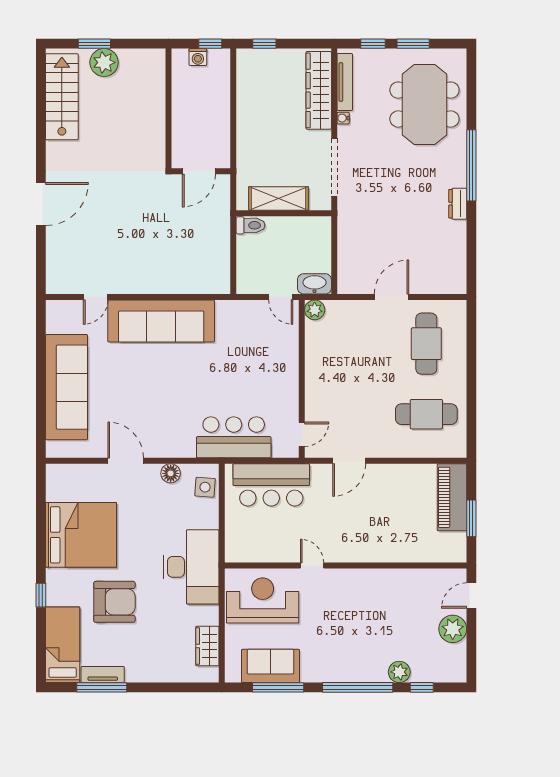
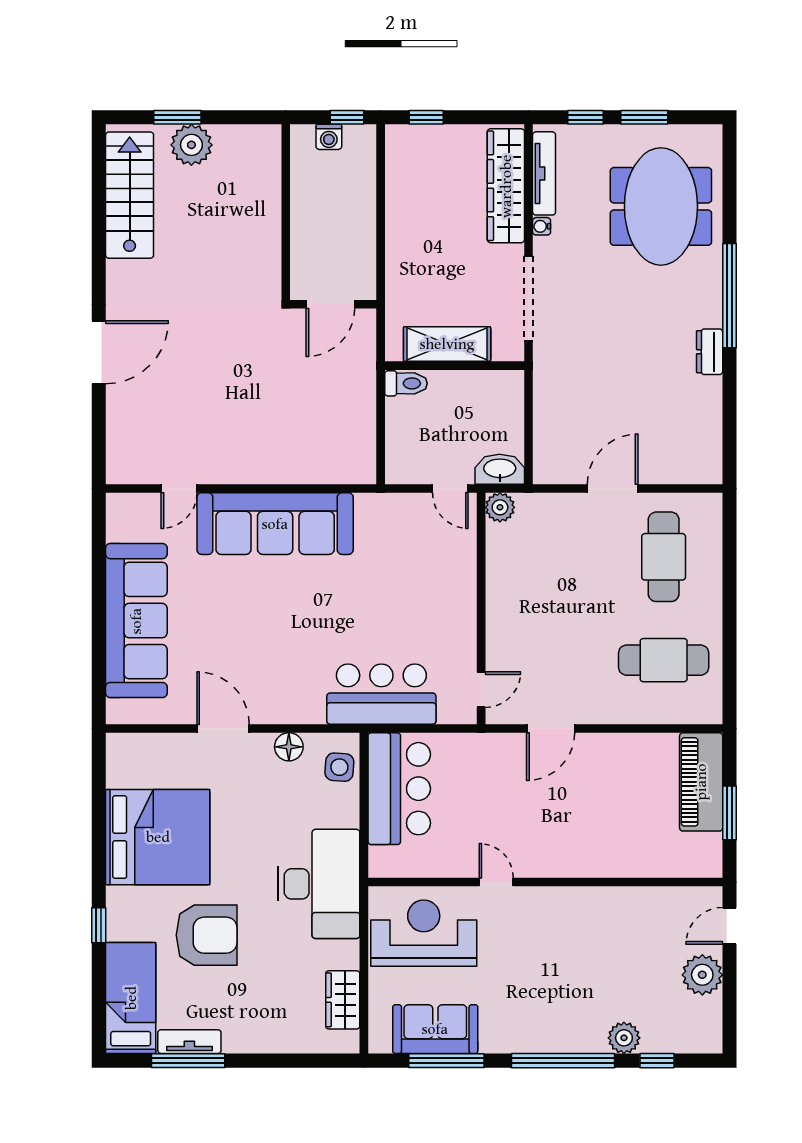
bar counter: (271, 485) -> (399, 789), moved, turned -90

